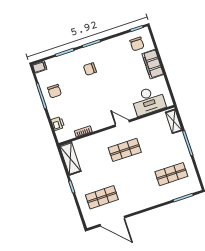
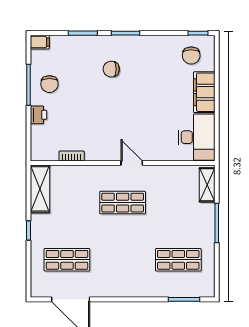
desk: (148, 101) -> (197, 137), moved, turned -90
printer: (58, 124) -> (39, 115), moved

